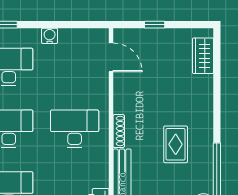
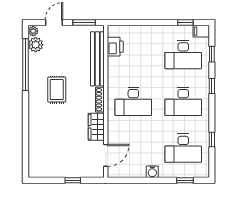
wardrobe: (203, 56) -> (96, 127), moved, turned 180
door: (111, 57) -> (106, 155), swing flipped

